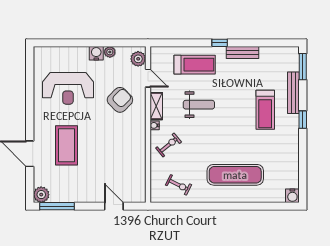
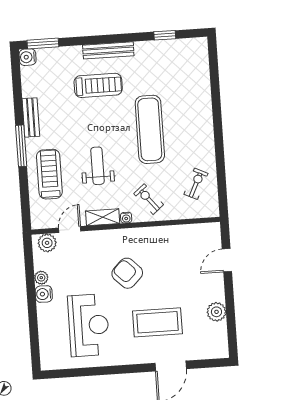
window: (220, 43) -> (21, 146), width x2.17
bench: (293, 93) -> (108, 50), moved
armchair: (120, 100) -> (127, 273), moved
window: (303, 120) -> (165, 35), moved
exercise mat: (235, 175) -> (150, 129), moved
plant: (41, 195) -> (216, 312), moved
water cooler: (292, 196) -> (28, 57), moved, turned 180
window: (57, 206) -> (232, 329), removed

